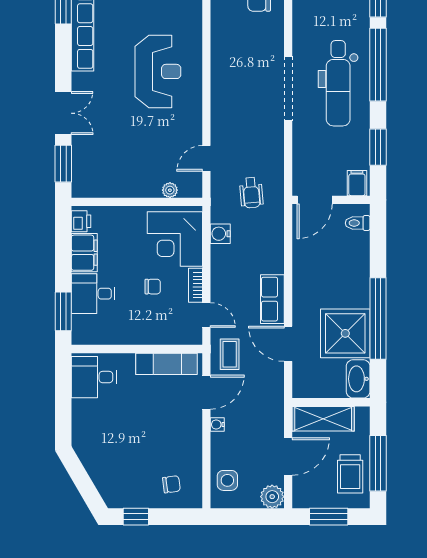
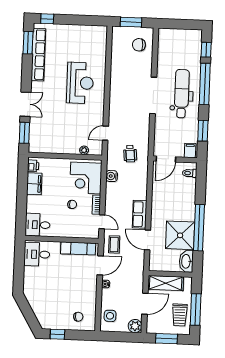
dental chair: (338, 83) -> (182, 94), turned 180
desk: (93, 294) -> (38, 225), moved
window: (63, 311) -> (21, 216), removed

